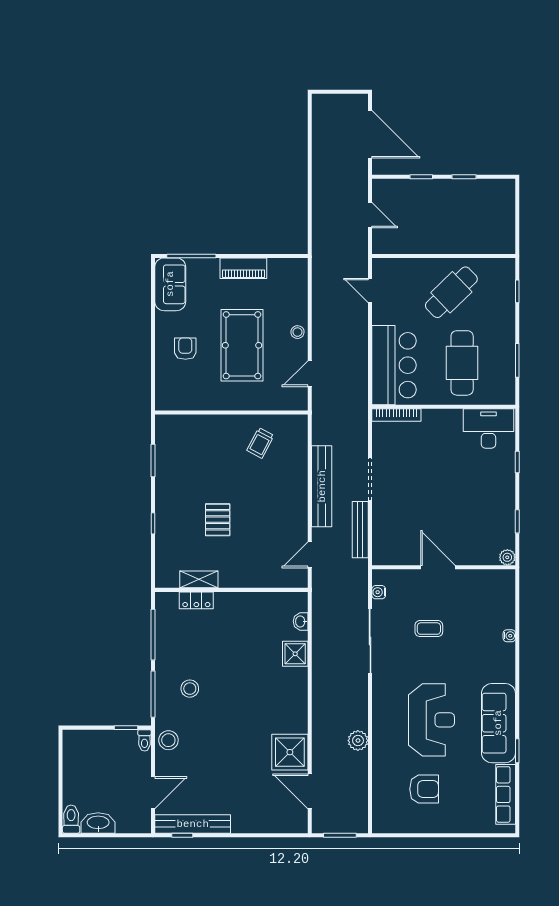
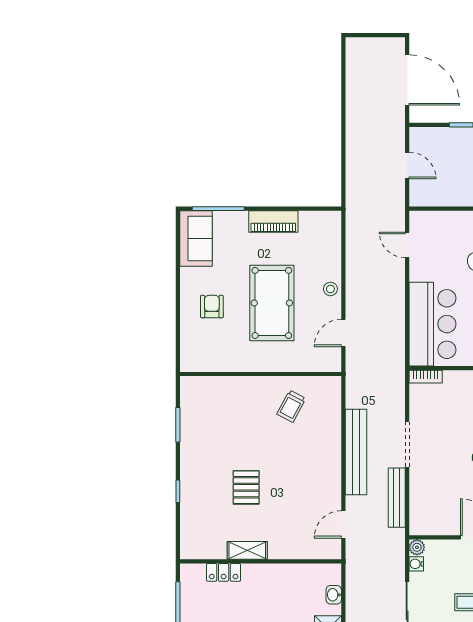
bookcase: (396, 415) -> (426, 377), width x0.64
plant: (379, 577) -> (417, 547), added
shelving: (199, 579) -> (247, 550), moved

